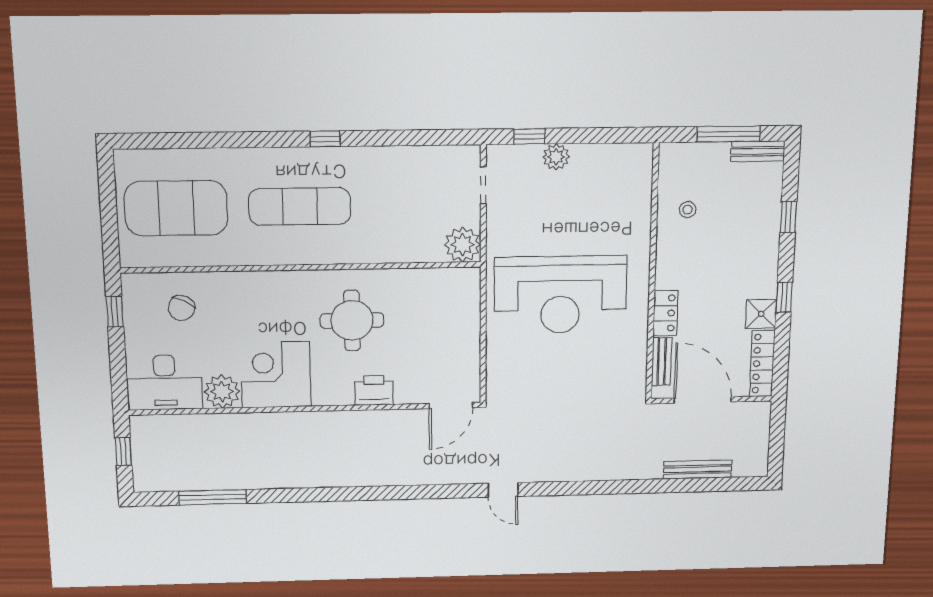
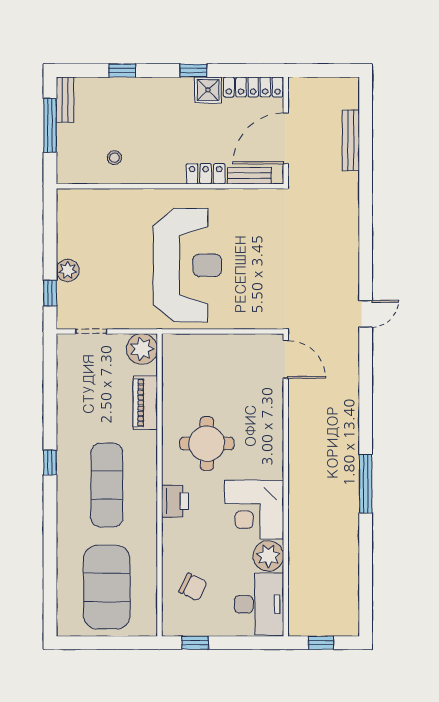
piano: (399, 250) -> (145, 403), added
printer: (374, 390) -> (175, 501), moved, turned 180
window: (213, 497) -> (366, 484), moved

